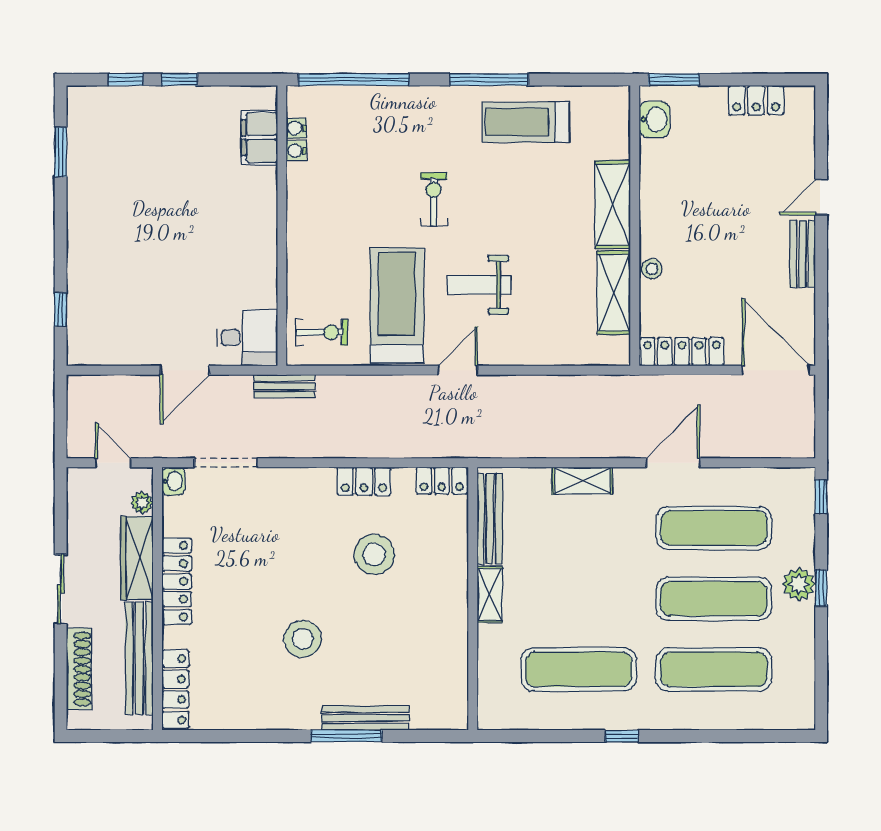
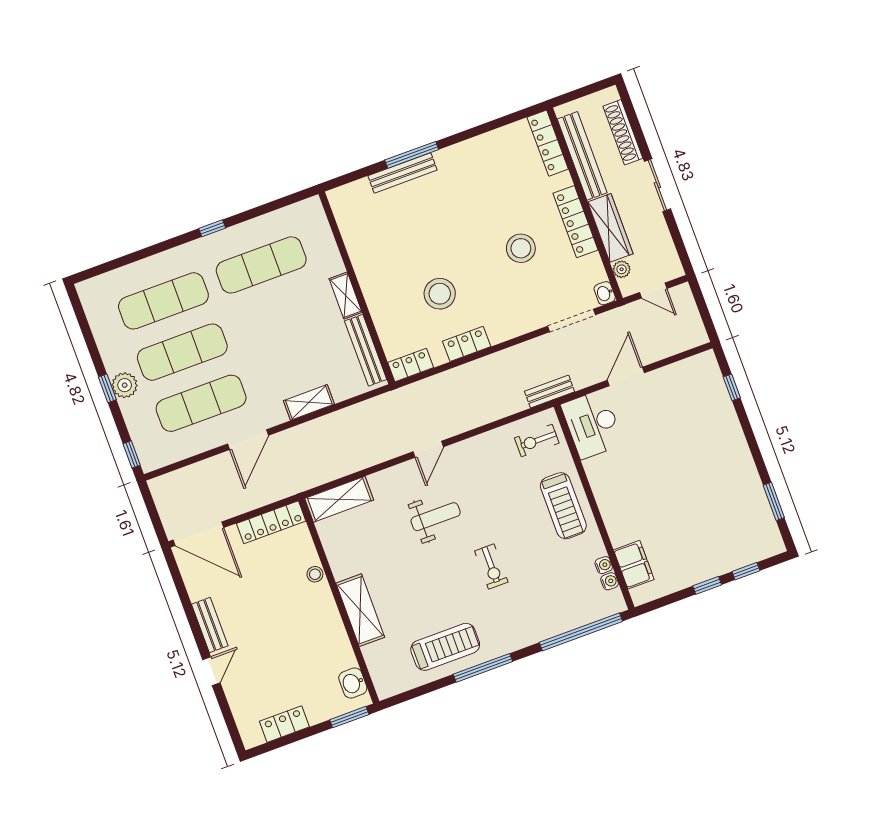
shelving: (614, 293) -> (339, 499), moved, turned 90
treadmill: (397, 306) -> (563, 506), moved, width x0.73, depth x0.73
desk: (247, 338) -> (592, 424), width x1.37
stool: (303, 639) -> (521, 248), moved

